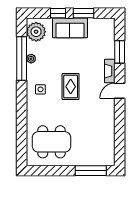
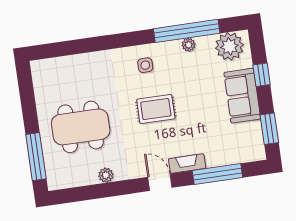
window: (83, 13) -> (269, 129), moved
window: (120, 52) -> (217, 174), width x1.44
plant: (110, 126) -> (106, 175), added
dining table: (52, 142) -> (81, 127), moved, turned 90

